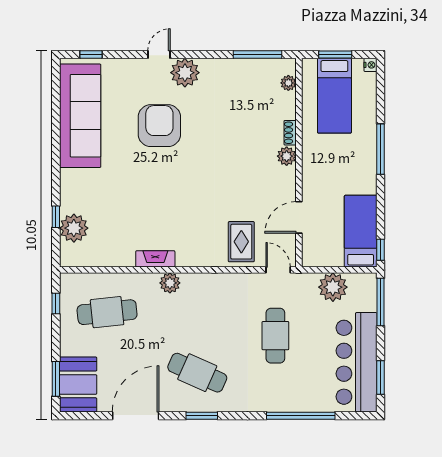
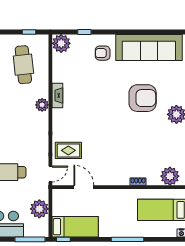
plant: (288, 83) -> (170, 176), width x1.87, depth x1.87
plant: (287, 156) -> (123, 179), removed
armchair: (89, 188) -> (103, 53), added
plant: (74, 228) -> (61, 43), moved

